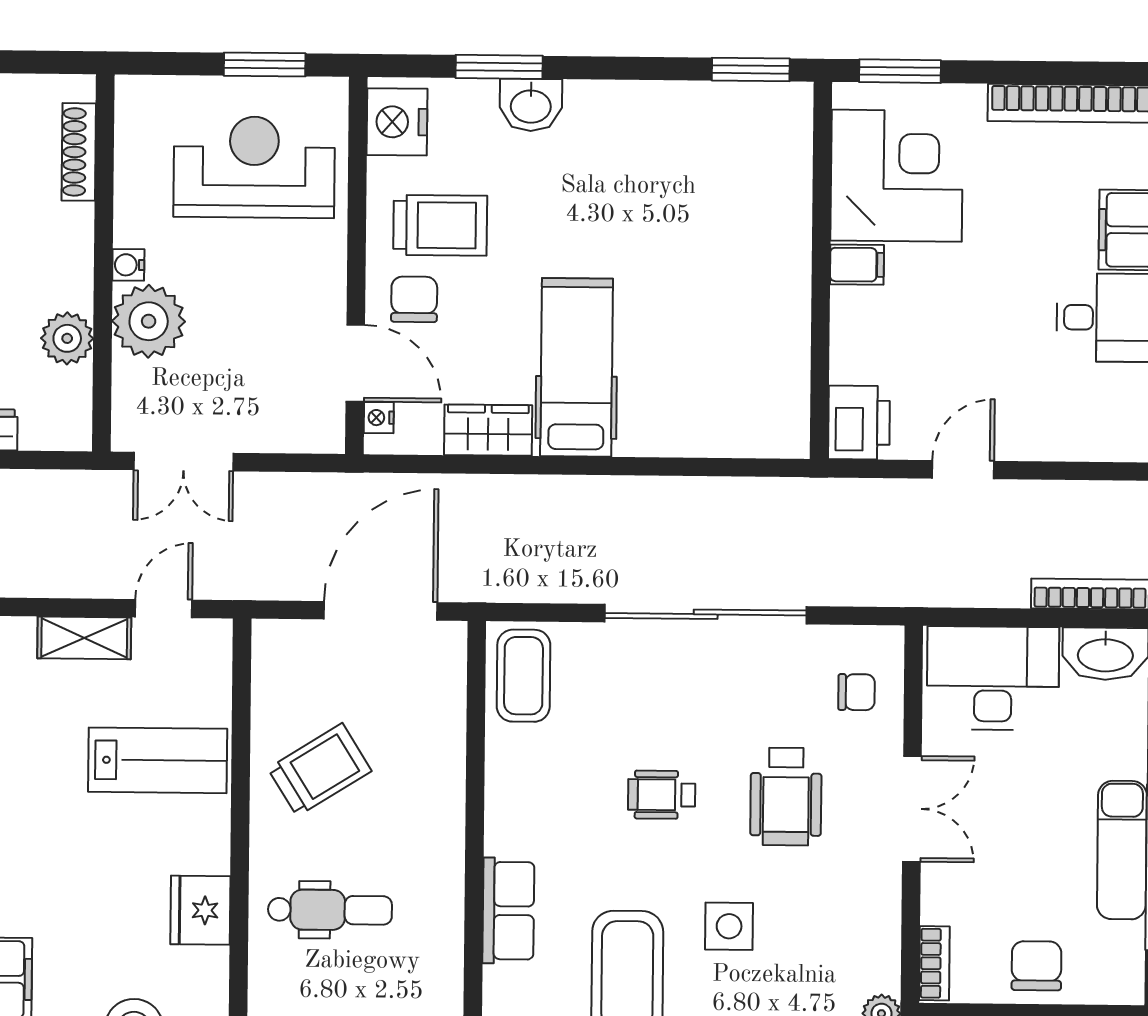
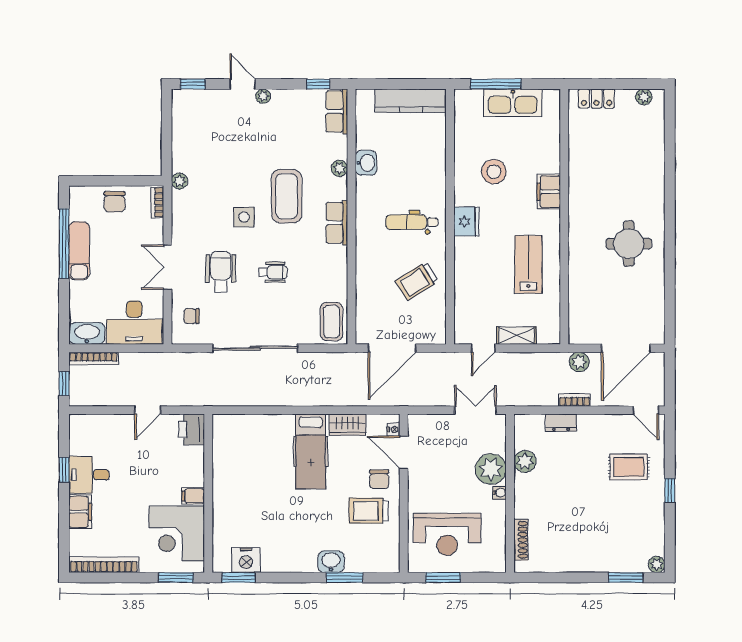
nightstand: (397, 122) -> (246, 560), moved, turned 90
lab bench: (158, 760) -> (528, 264), moved, turned 90

